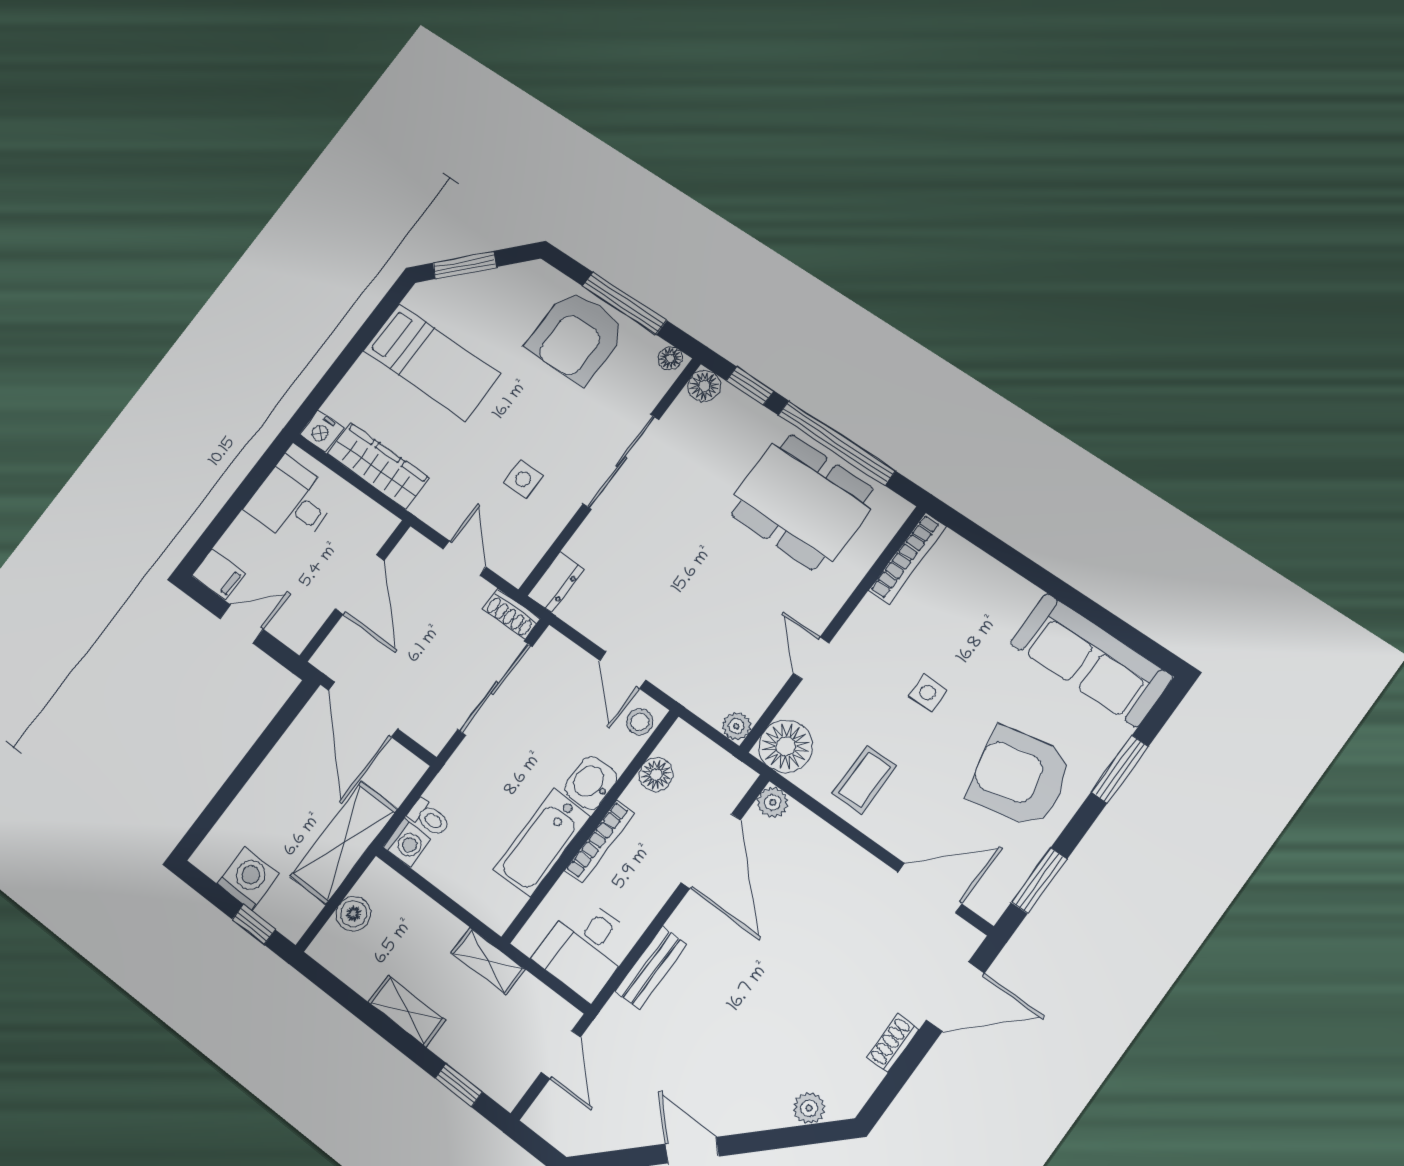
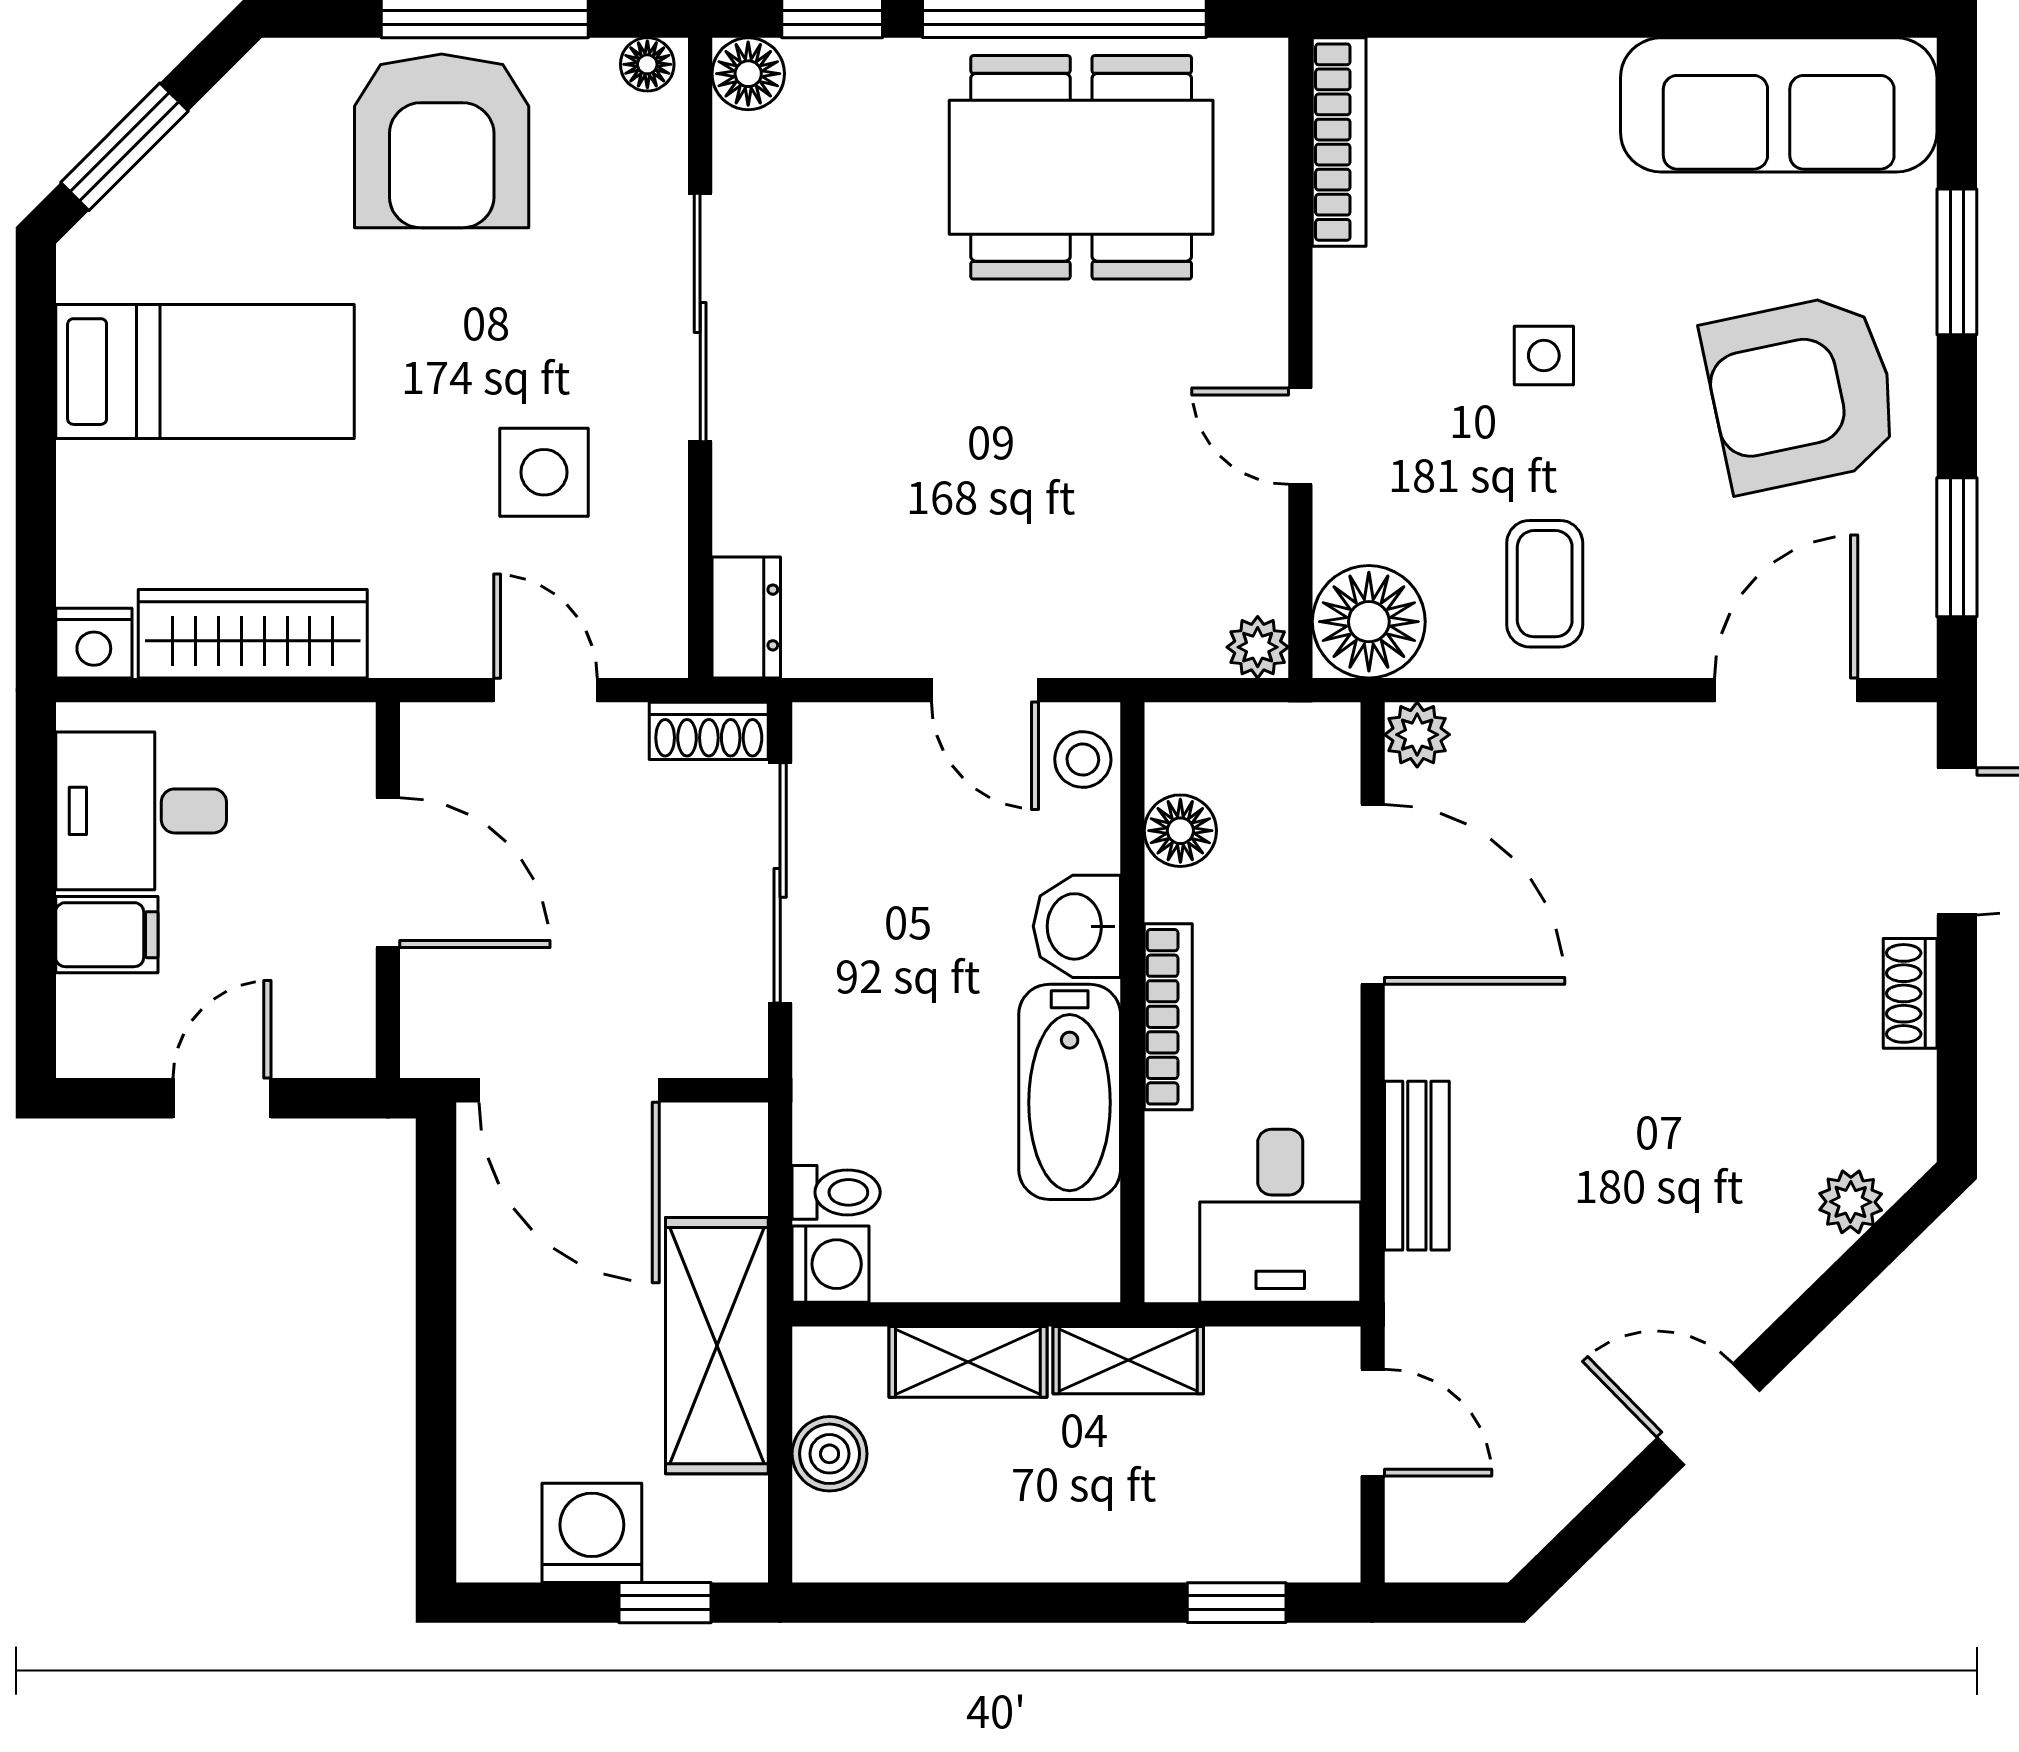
side table: (523, 479) -> (544, 472), width x1.37, depth x1.37
filing cabinet: (219, 575) -> (107, 935), moved
shelving: (407, 1011) -> (968, 1362), moved

